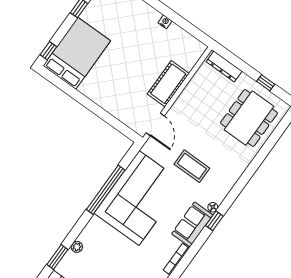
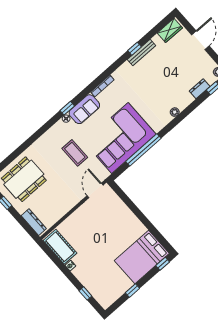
cot: (168, 84) -> (60, 247), moved, turned 90
window: (57, 257) -> (191, 108), removed

